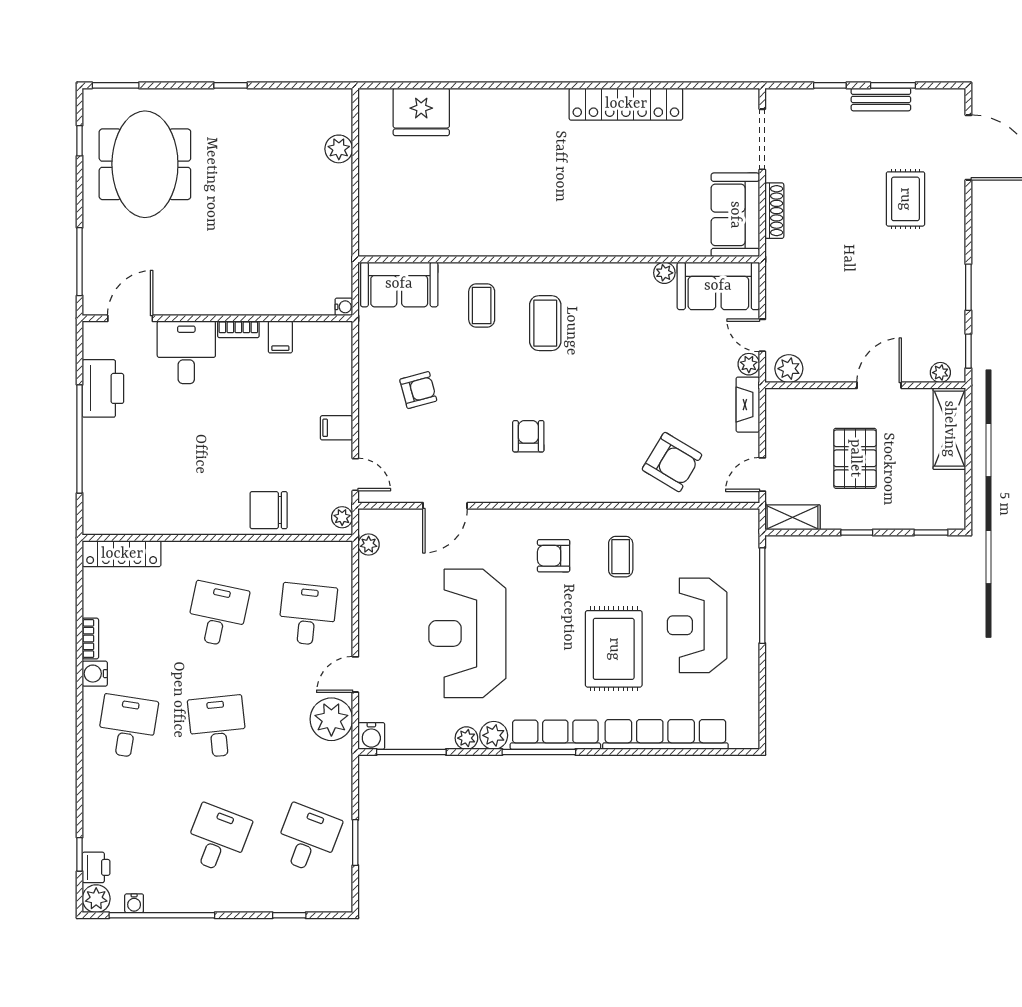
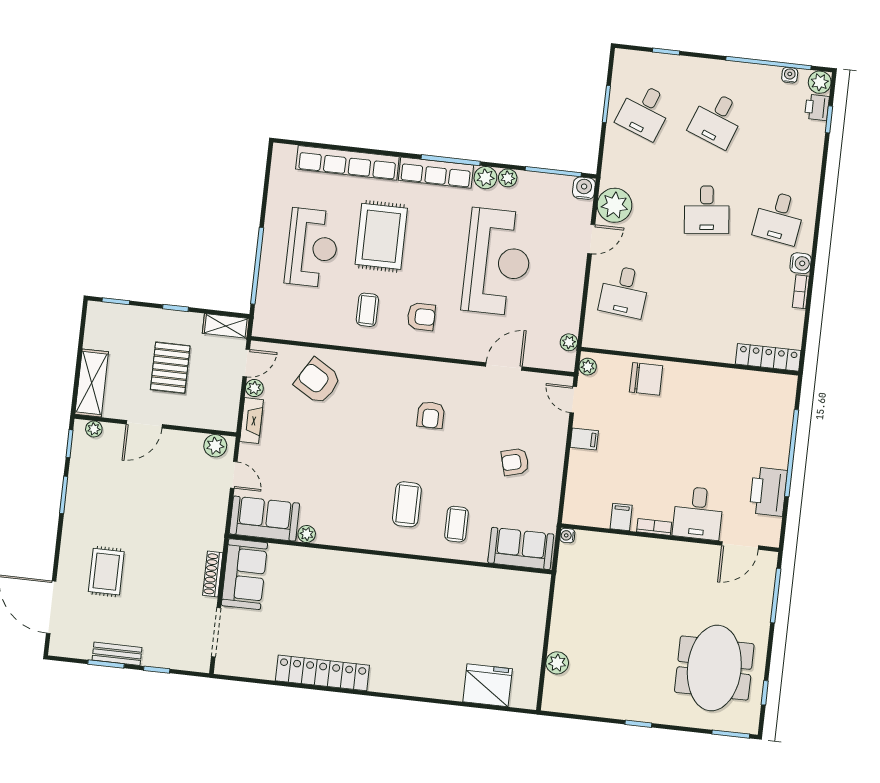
plant: (749, 364) -> (254, 388), moved
desk: (217, 614) -> (697, 300), removed

